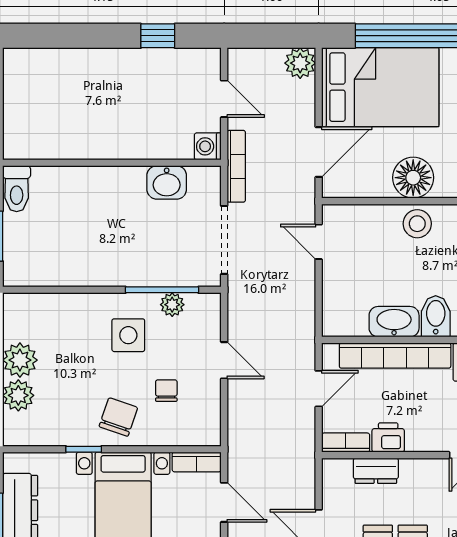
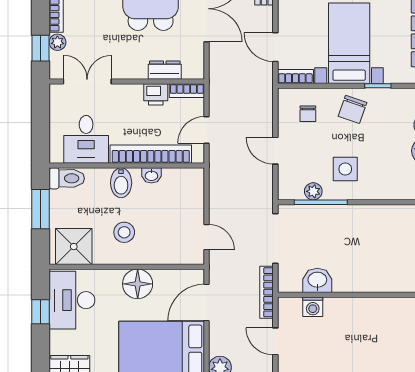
washing machine: (208, 146) -> (313, 307), moved, turned 90
stool: (417, 224) -> (124, 232), moved
washbasin: (394, 322) -> (151, 175), width x0.52, depth x0.69
chair: (166, 391) -> (308, 114), moved

